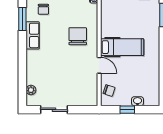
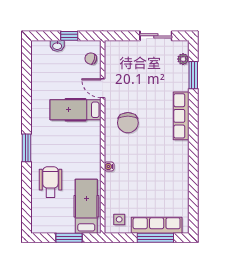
chair: (43, 9) -> (168, 155), removed
window: (22, 19) -> (193, 75), moved
row of seats: (33, 35) -> (181, 116), width x1.48

